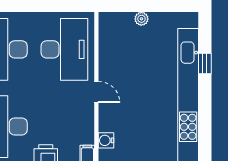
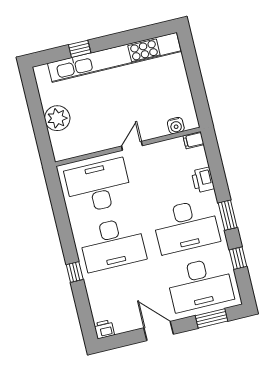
plant: (141, 19) -> (57, 118), width x1.88, depth x1.88

